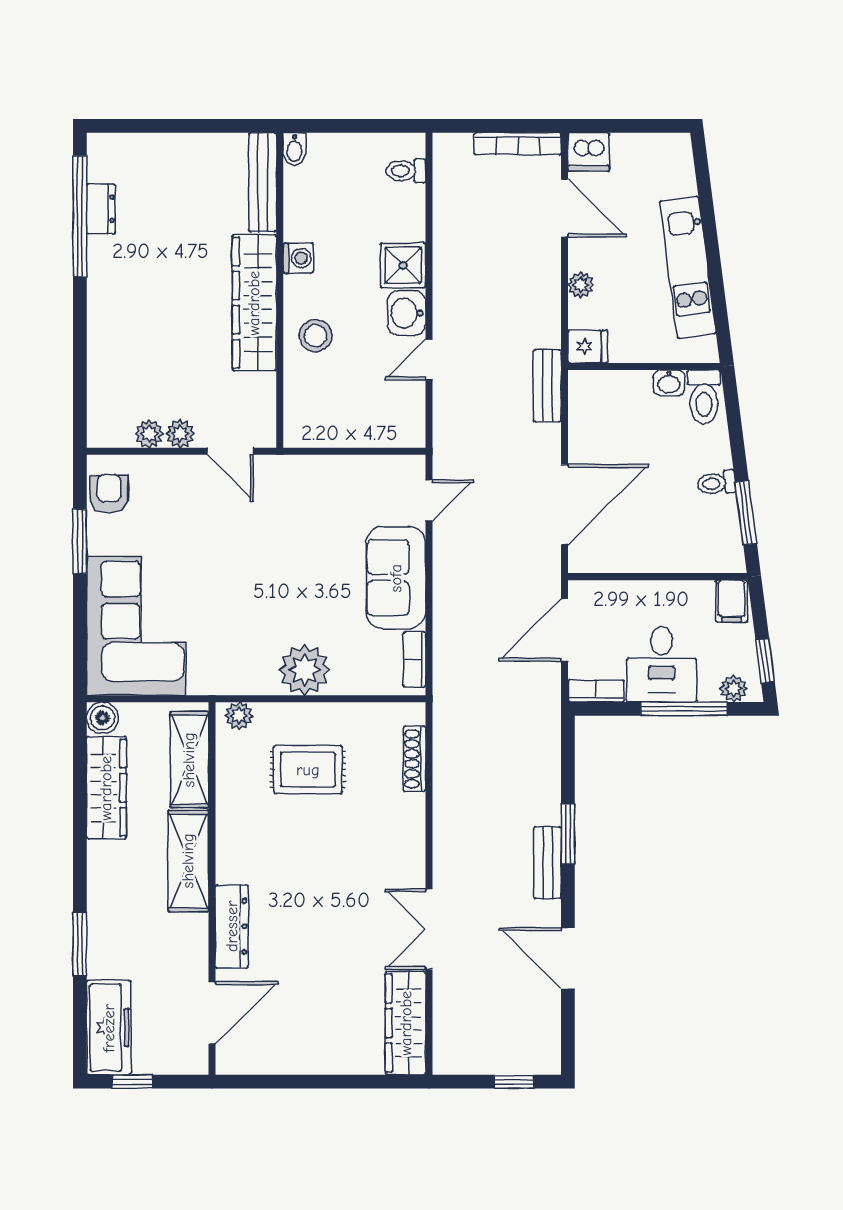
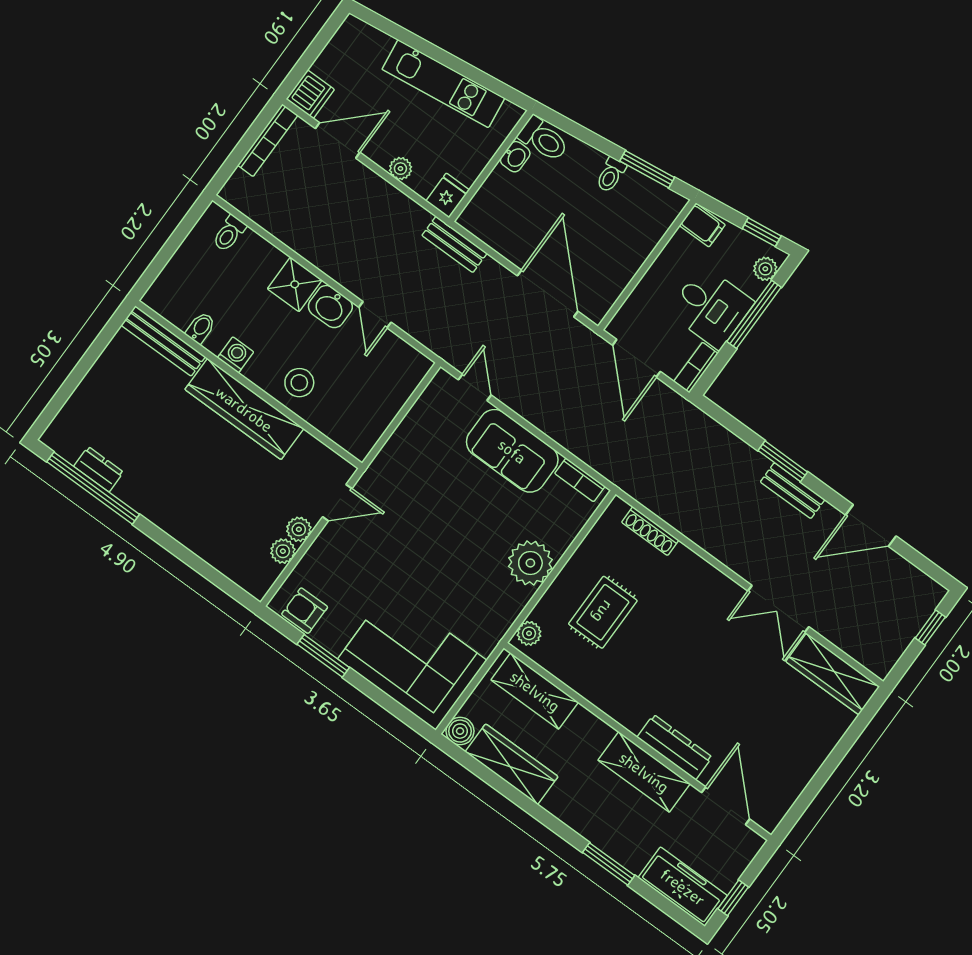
bidet: (294, 149) -> (201, 328), moved, turned -90
shelving: (188, 861) -> (644, 772), moved

